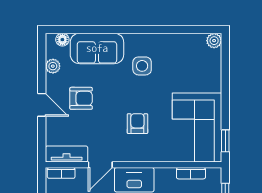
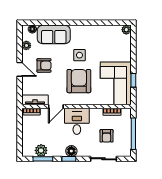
side table: (142, 66) -> (79, 55), moved
armchair: (137, 124) -> (79, 81), width x1.88, depth x1.88
window: (225, 141) -> (133, 80), moved

